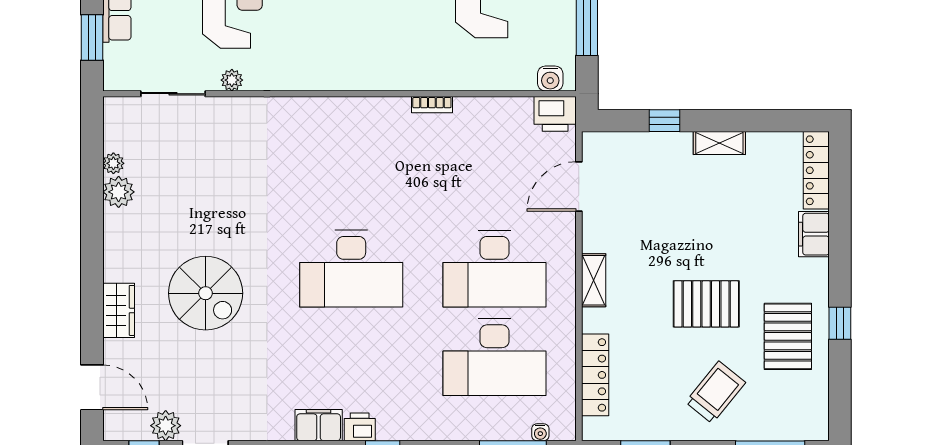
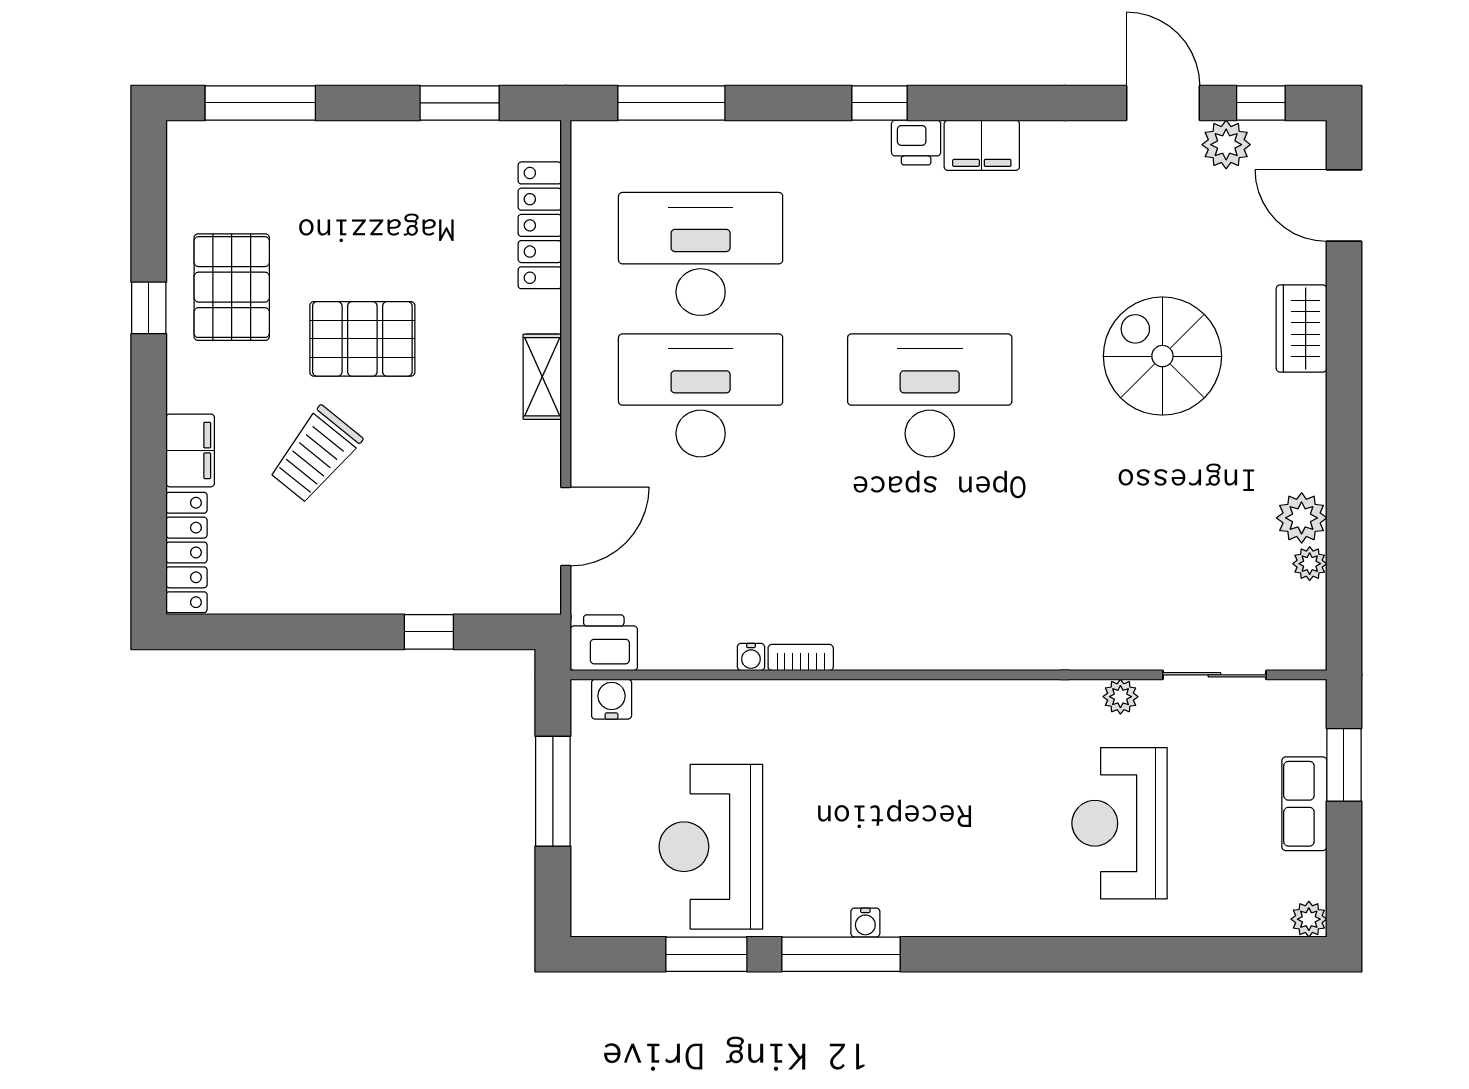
shelving: (719, 143) -> (341, 596), removed
trolley: (715, 392) -> (315, 455), moved
water cooler: (540, 432) -> (751, 657), moved, turned 180

